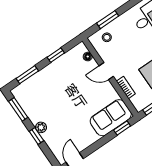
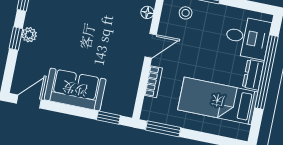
door: (106, 71) -> (151, 46), swing flipped
sofa: (111, 118) -> (75, 89), moved

